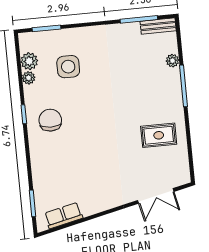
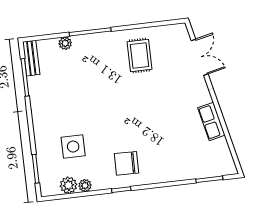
row of seats: (64, 216) -> (211, 121), moved

